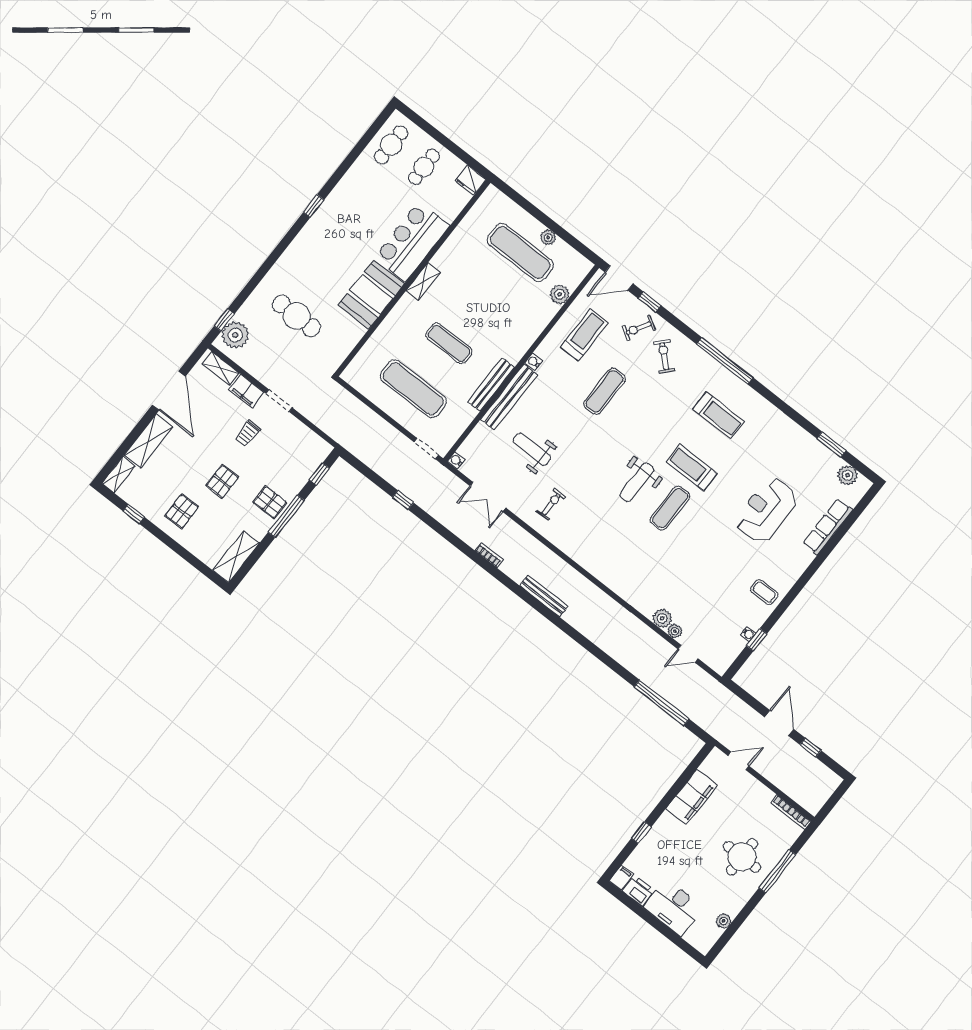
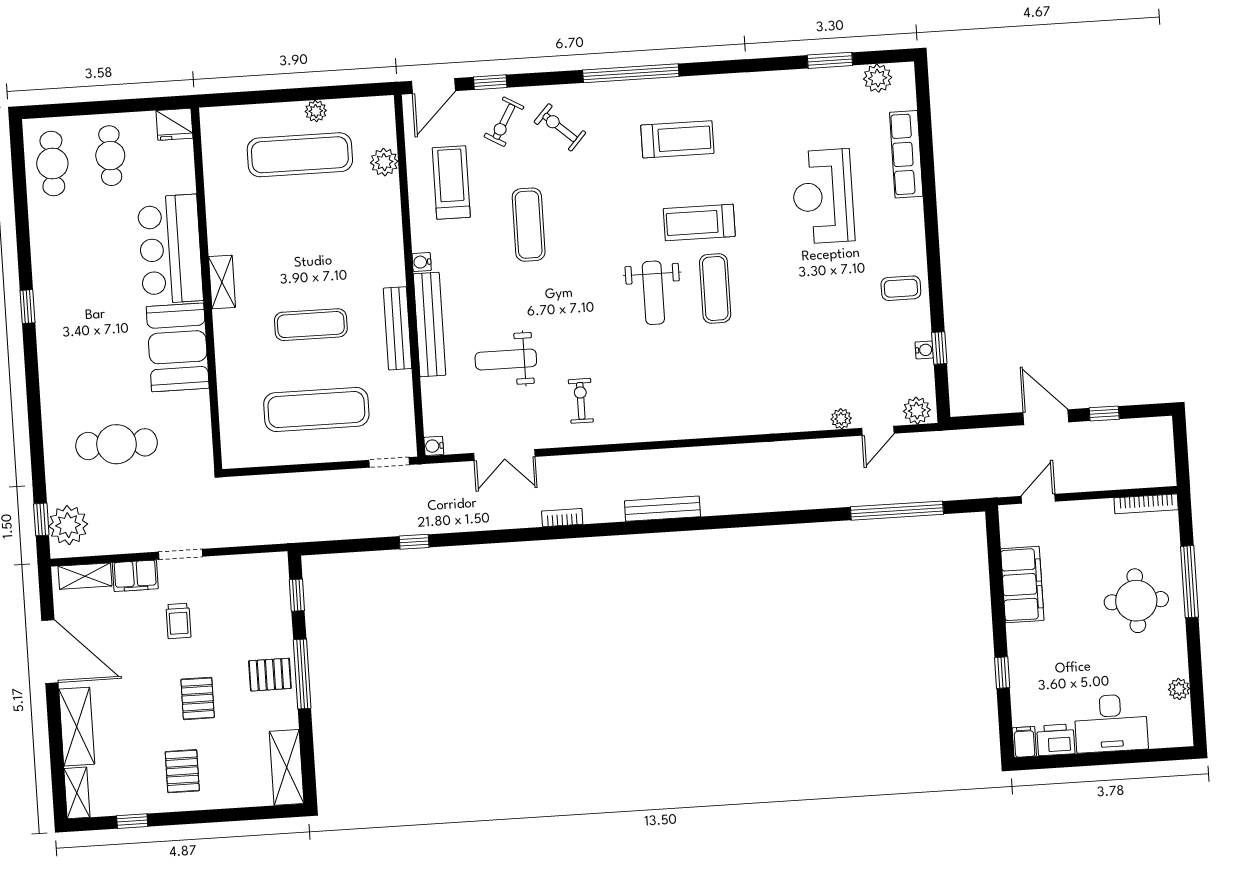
plant: (662, 618) -> (917, 411), moved

